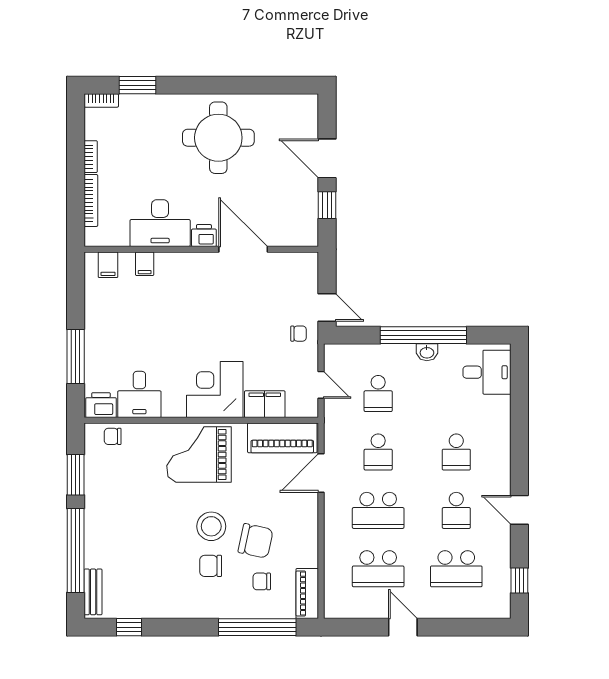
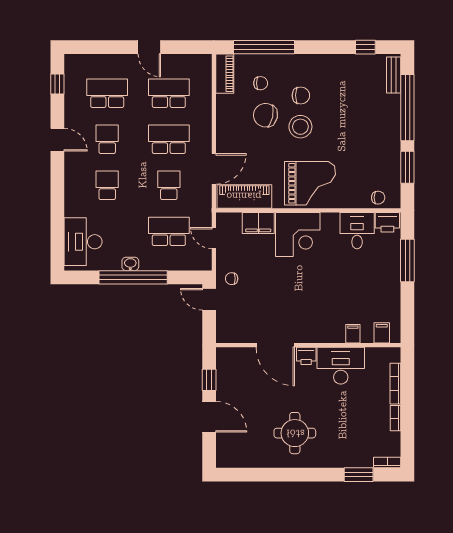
round table: (218, 138) -> (295, 433), width x0.73, depth x0.73
desk: (487, 372) -> (83, 242), width x1.37
school desk: (378, 394) -> (169, 231), width x1.85

